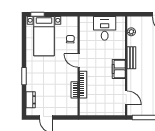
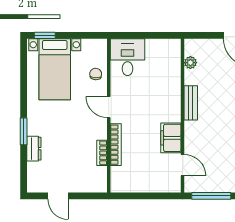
desk: (105, 28) -> (128, 57), moved
filing cabinet: (119, 69) -> (171, 138), moved
dresser: (31, 100) -> (34, 149), moved

